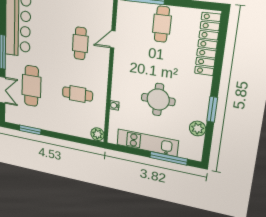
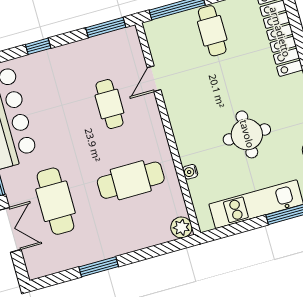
cafe table: (78, 94) -> (131, 180), width x1.37, depth x1.35
window: (30, 130) -> (99, 267), moved

